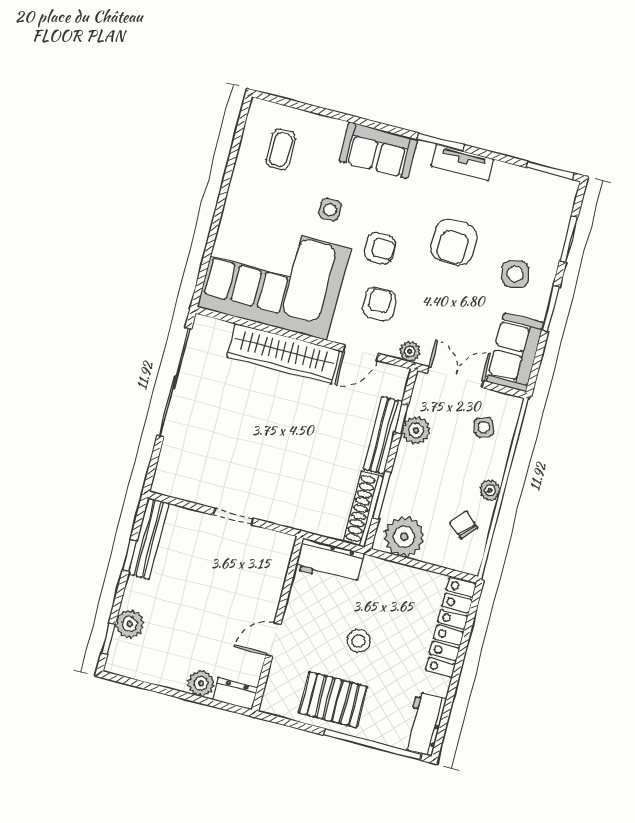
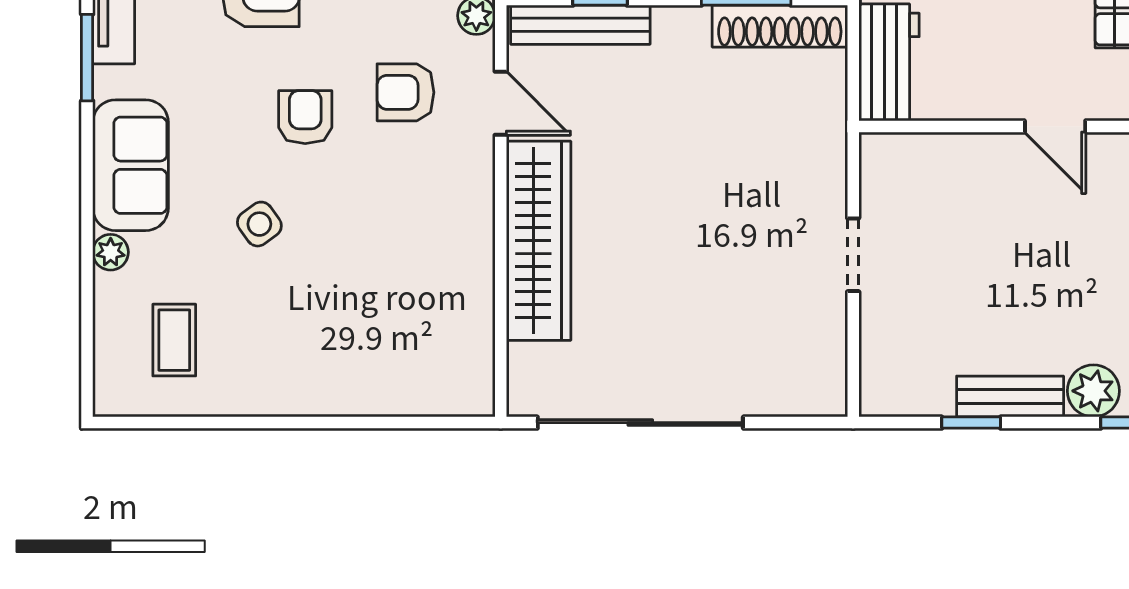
plant: (335, 128) -> (111, 252), added
coffee table: (281, 149) -> (174, 340), turned 90
side table: (330, 210) -> (259, 224), turned -36
corner sofa: (274, 278) -> (407, 293), removed
bench: (383, 435) -> (580, 25), moved
bench: (149, 539) -> (1010, 397), moved, width x0.73

